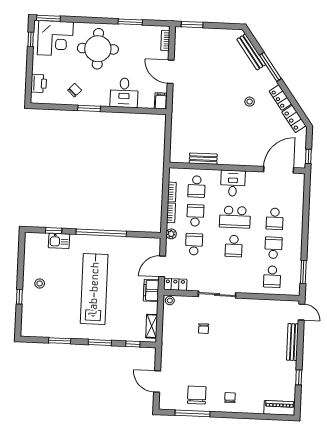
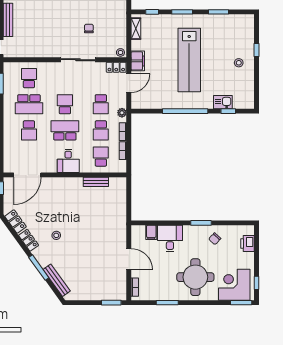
filing cabinet: (161, 101) -> (151, 232), moved
school desk: (275, 219) -> (29, 130), turned 180
school desk: (273, 248) -> (29, 104), width x1.85

